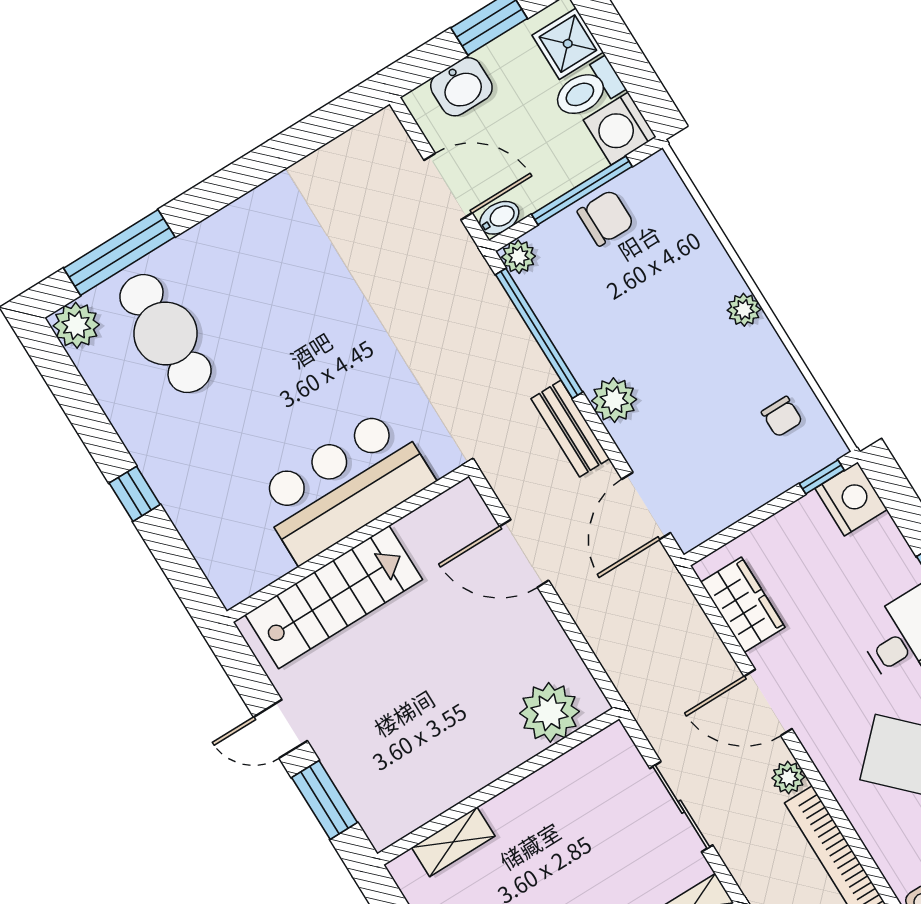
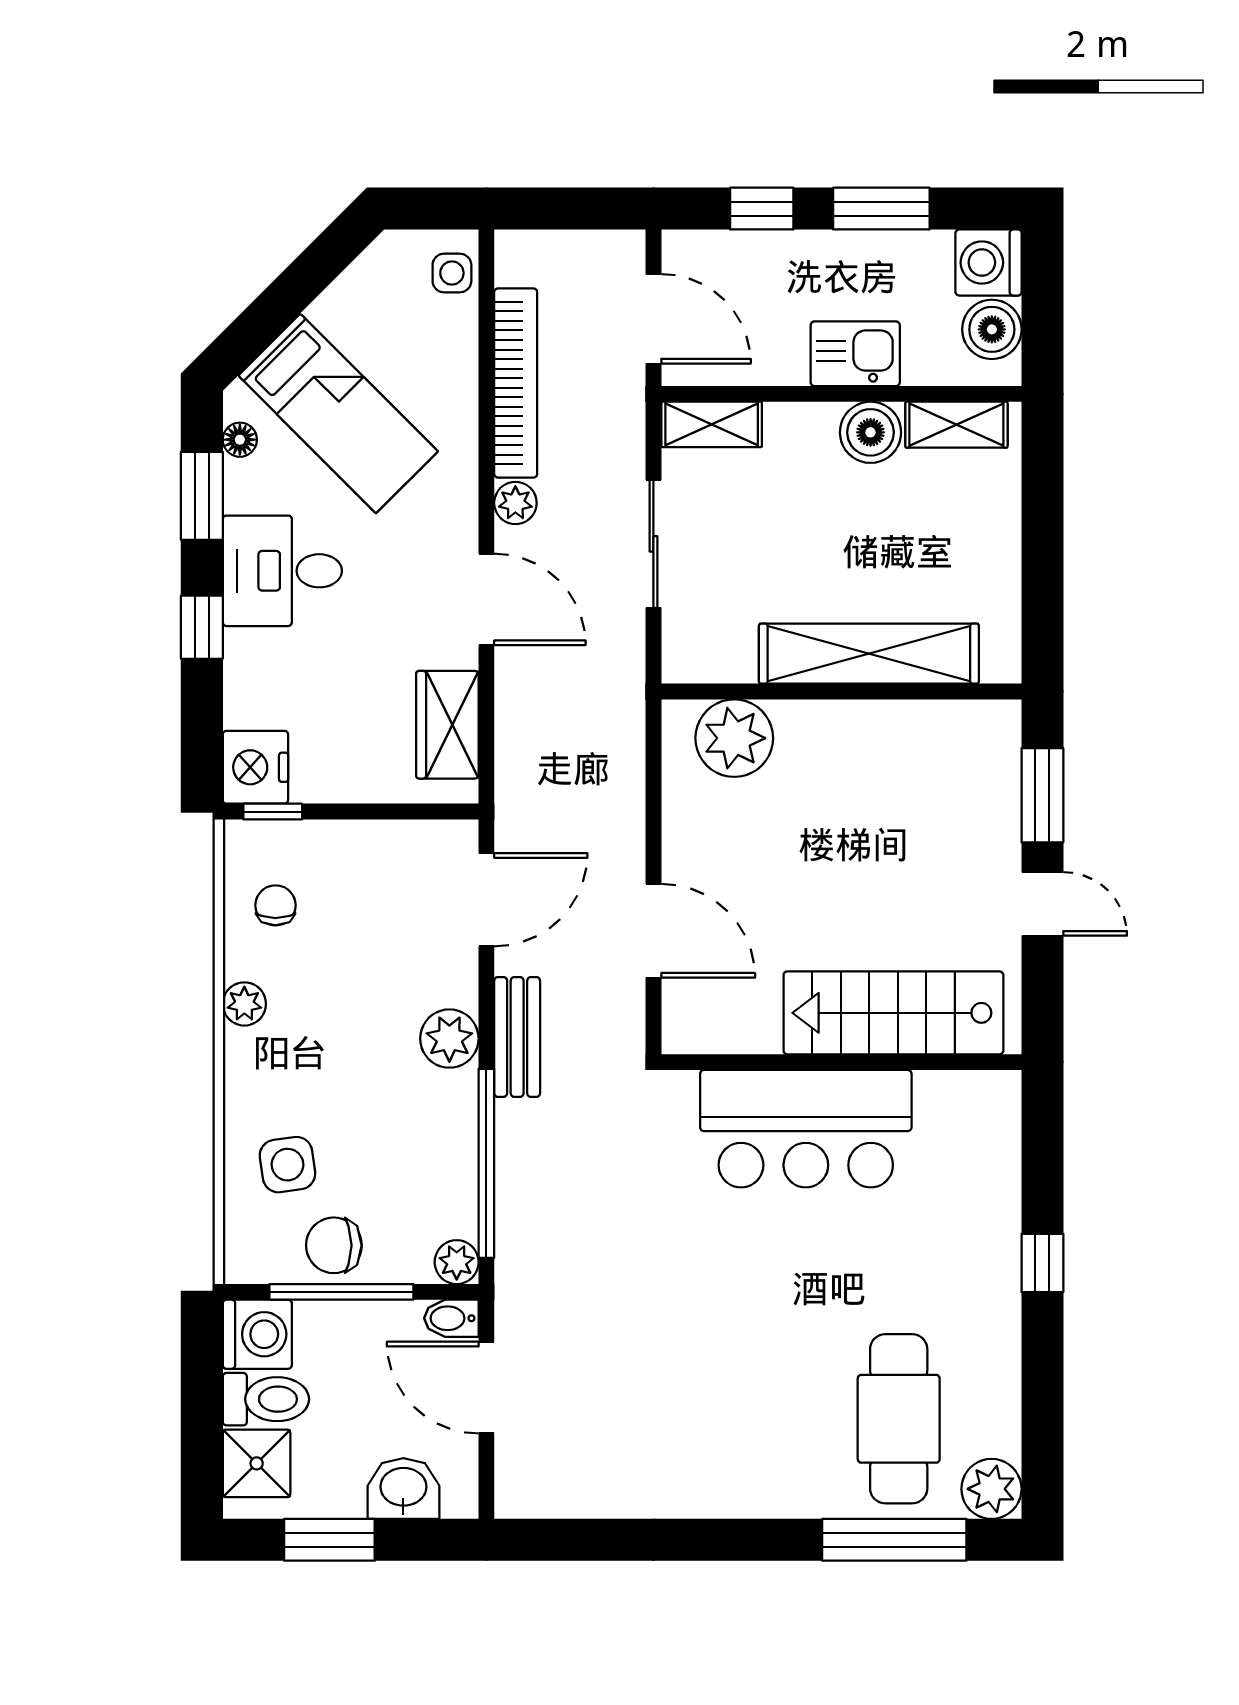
side table: (669, 252) -> (287, 1165), added
plant: (744, 310) -> (244, 1004), moved
shelving: (453, 842) -> (869, 654), width x2.20, depth x1.33

